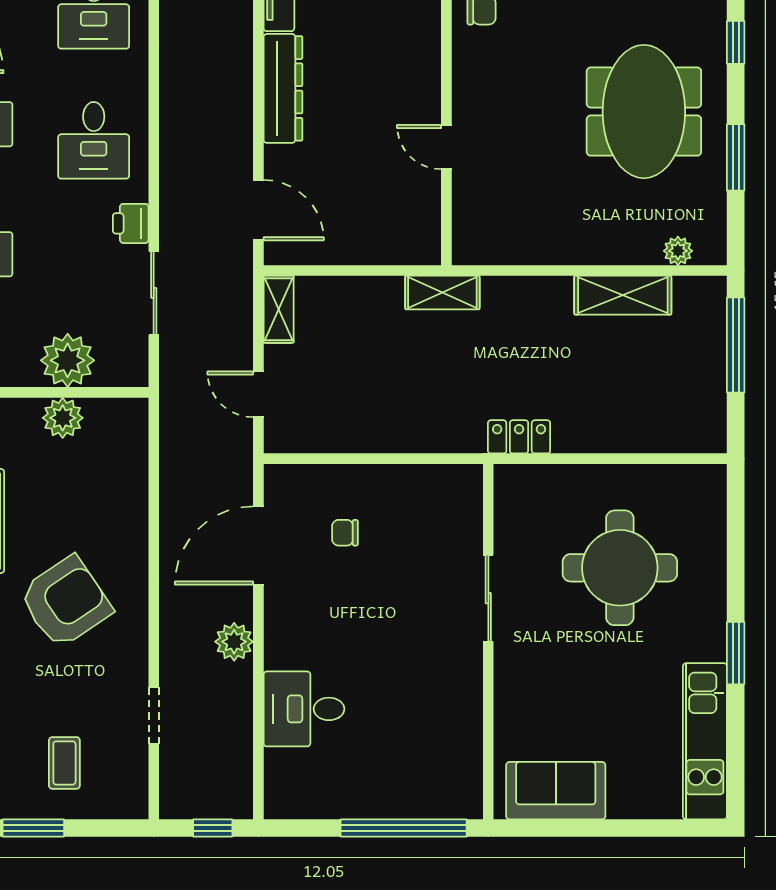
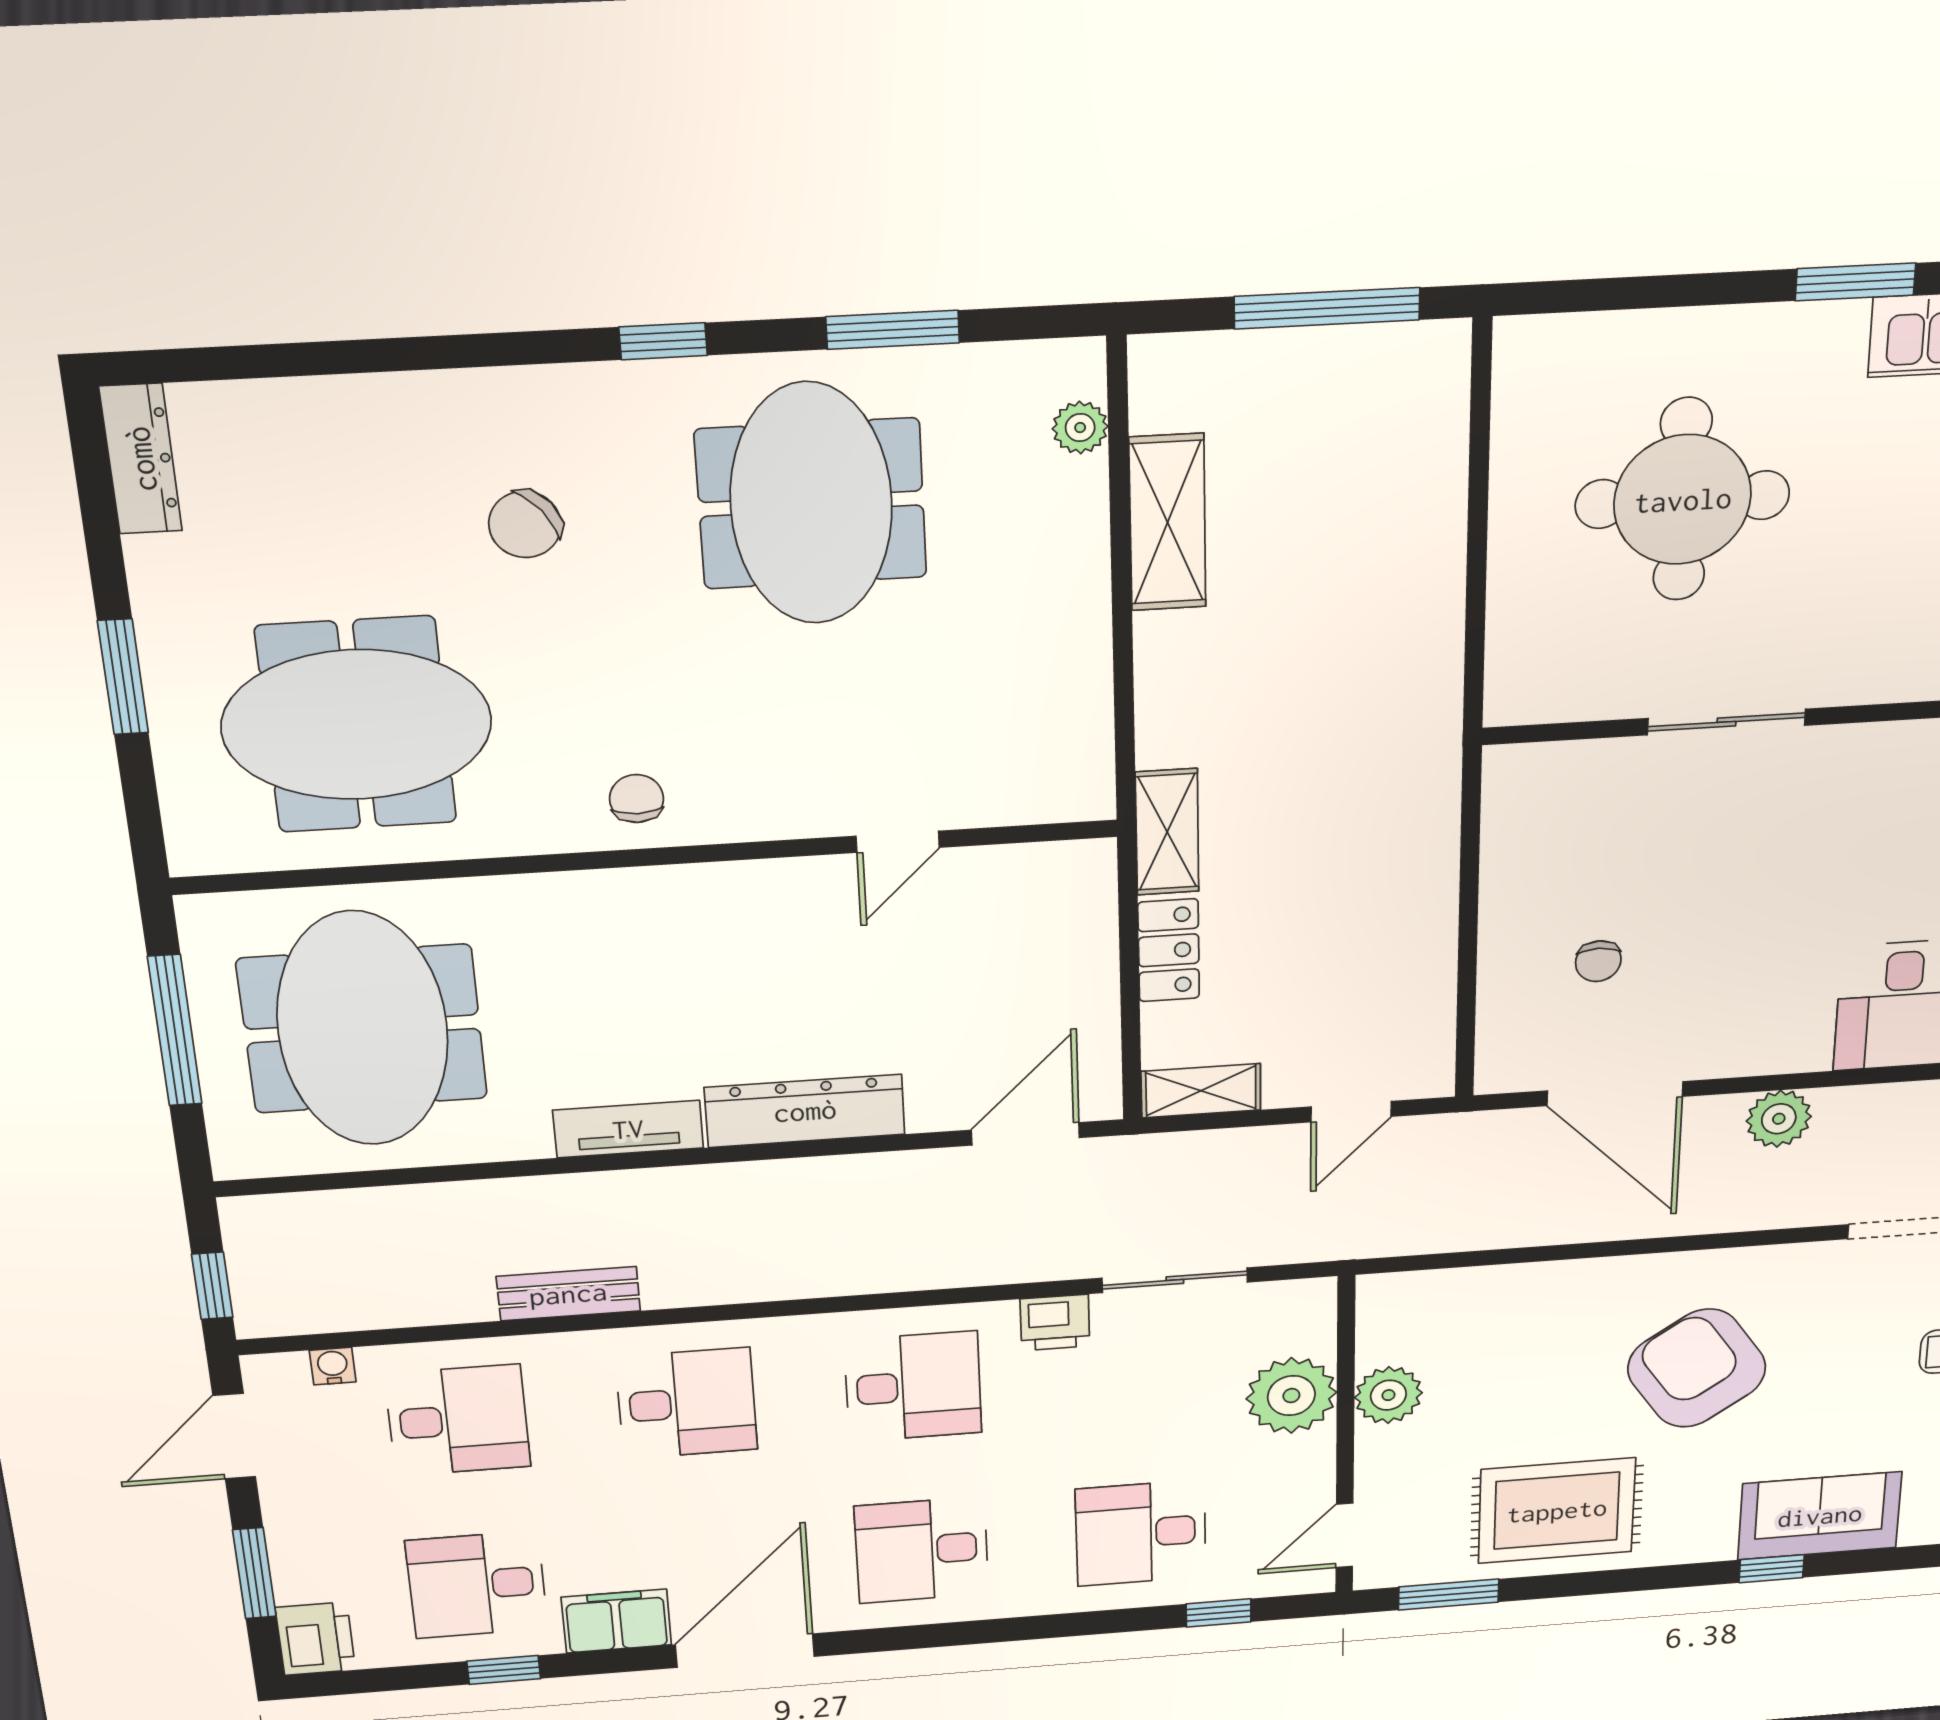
meeting table: (644, 112) -> (811, 504), turned 90
window: (736, 345) -> (1327, 308), moved
locker: (519, 437) -> (1169, 950), moved, turned 180

